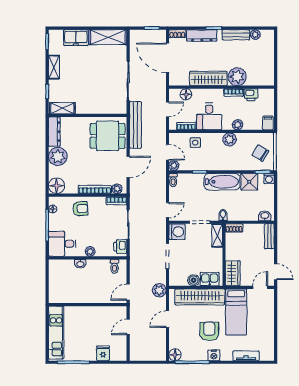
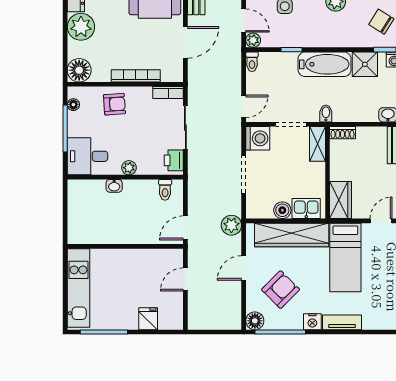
plant: (117, 189) -> (169, 75), removed
armchair: (209, 331) -> (281, 290), moved, turned 45
tv unit: (246, 356) -> (342, 322), moved

